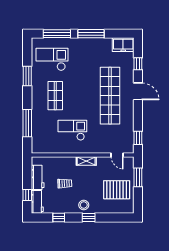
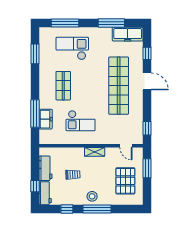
window: (91, 34) -> (111, 23), moved
freezer: (123, 45) -> (128, 34), width x1.40
checkout: (52, 59) -> (72, 48), moved
window: (27, 76) -> (35, 54), moved
freezer: (38, 129) -> (46, 119), added
checkout: (72, 130) -> (81, 121), turned 180
pallet: (117, 190) -> (125, 181), turned 90
window: (89, 217) -> (97, 209), width x2.17

